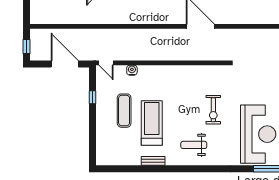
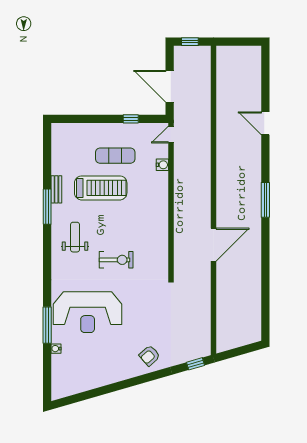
door: (65, 64) -> (170, 86), swing flipped
exercise bike: (213, 110) -> (116, 260), turned 180
window: (168, 169) -> (47, 207), added

